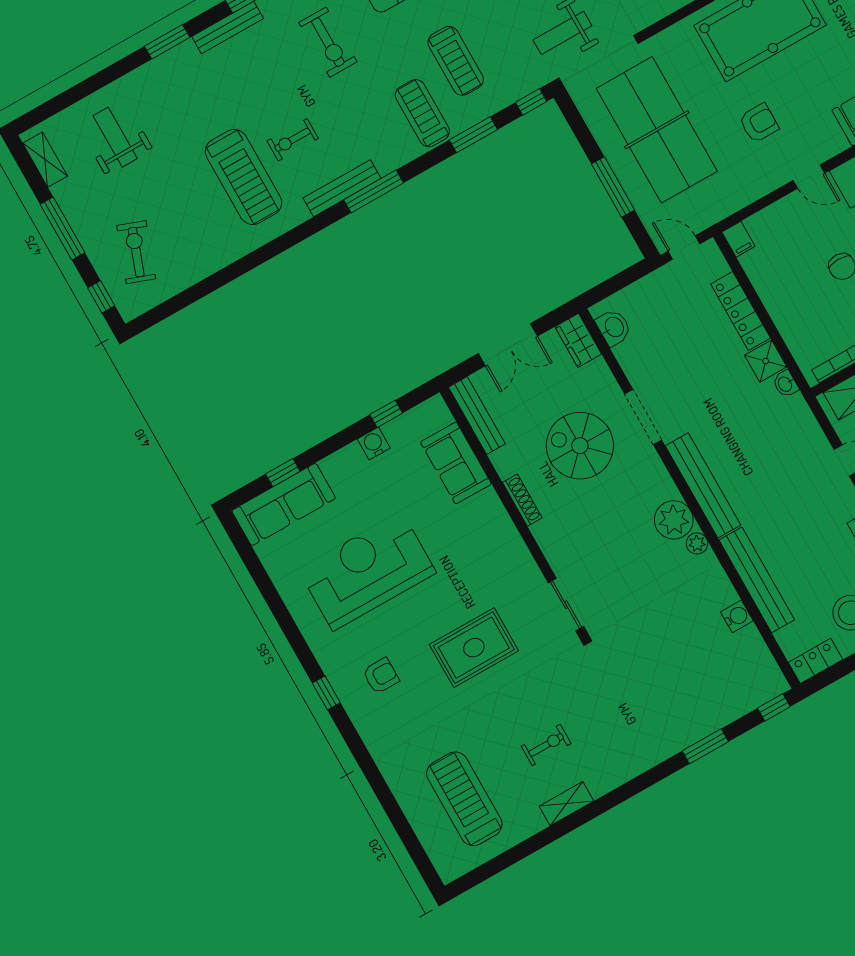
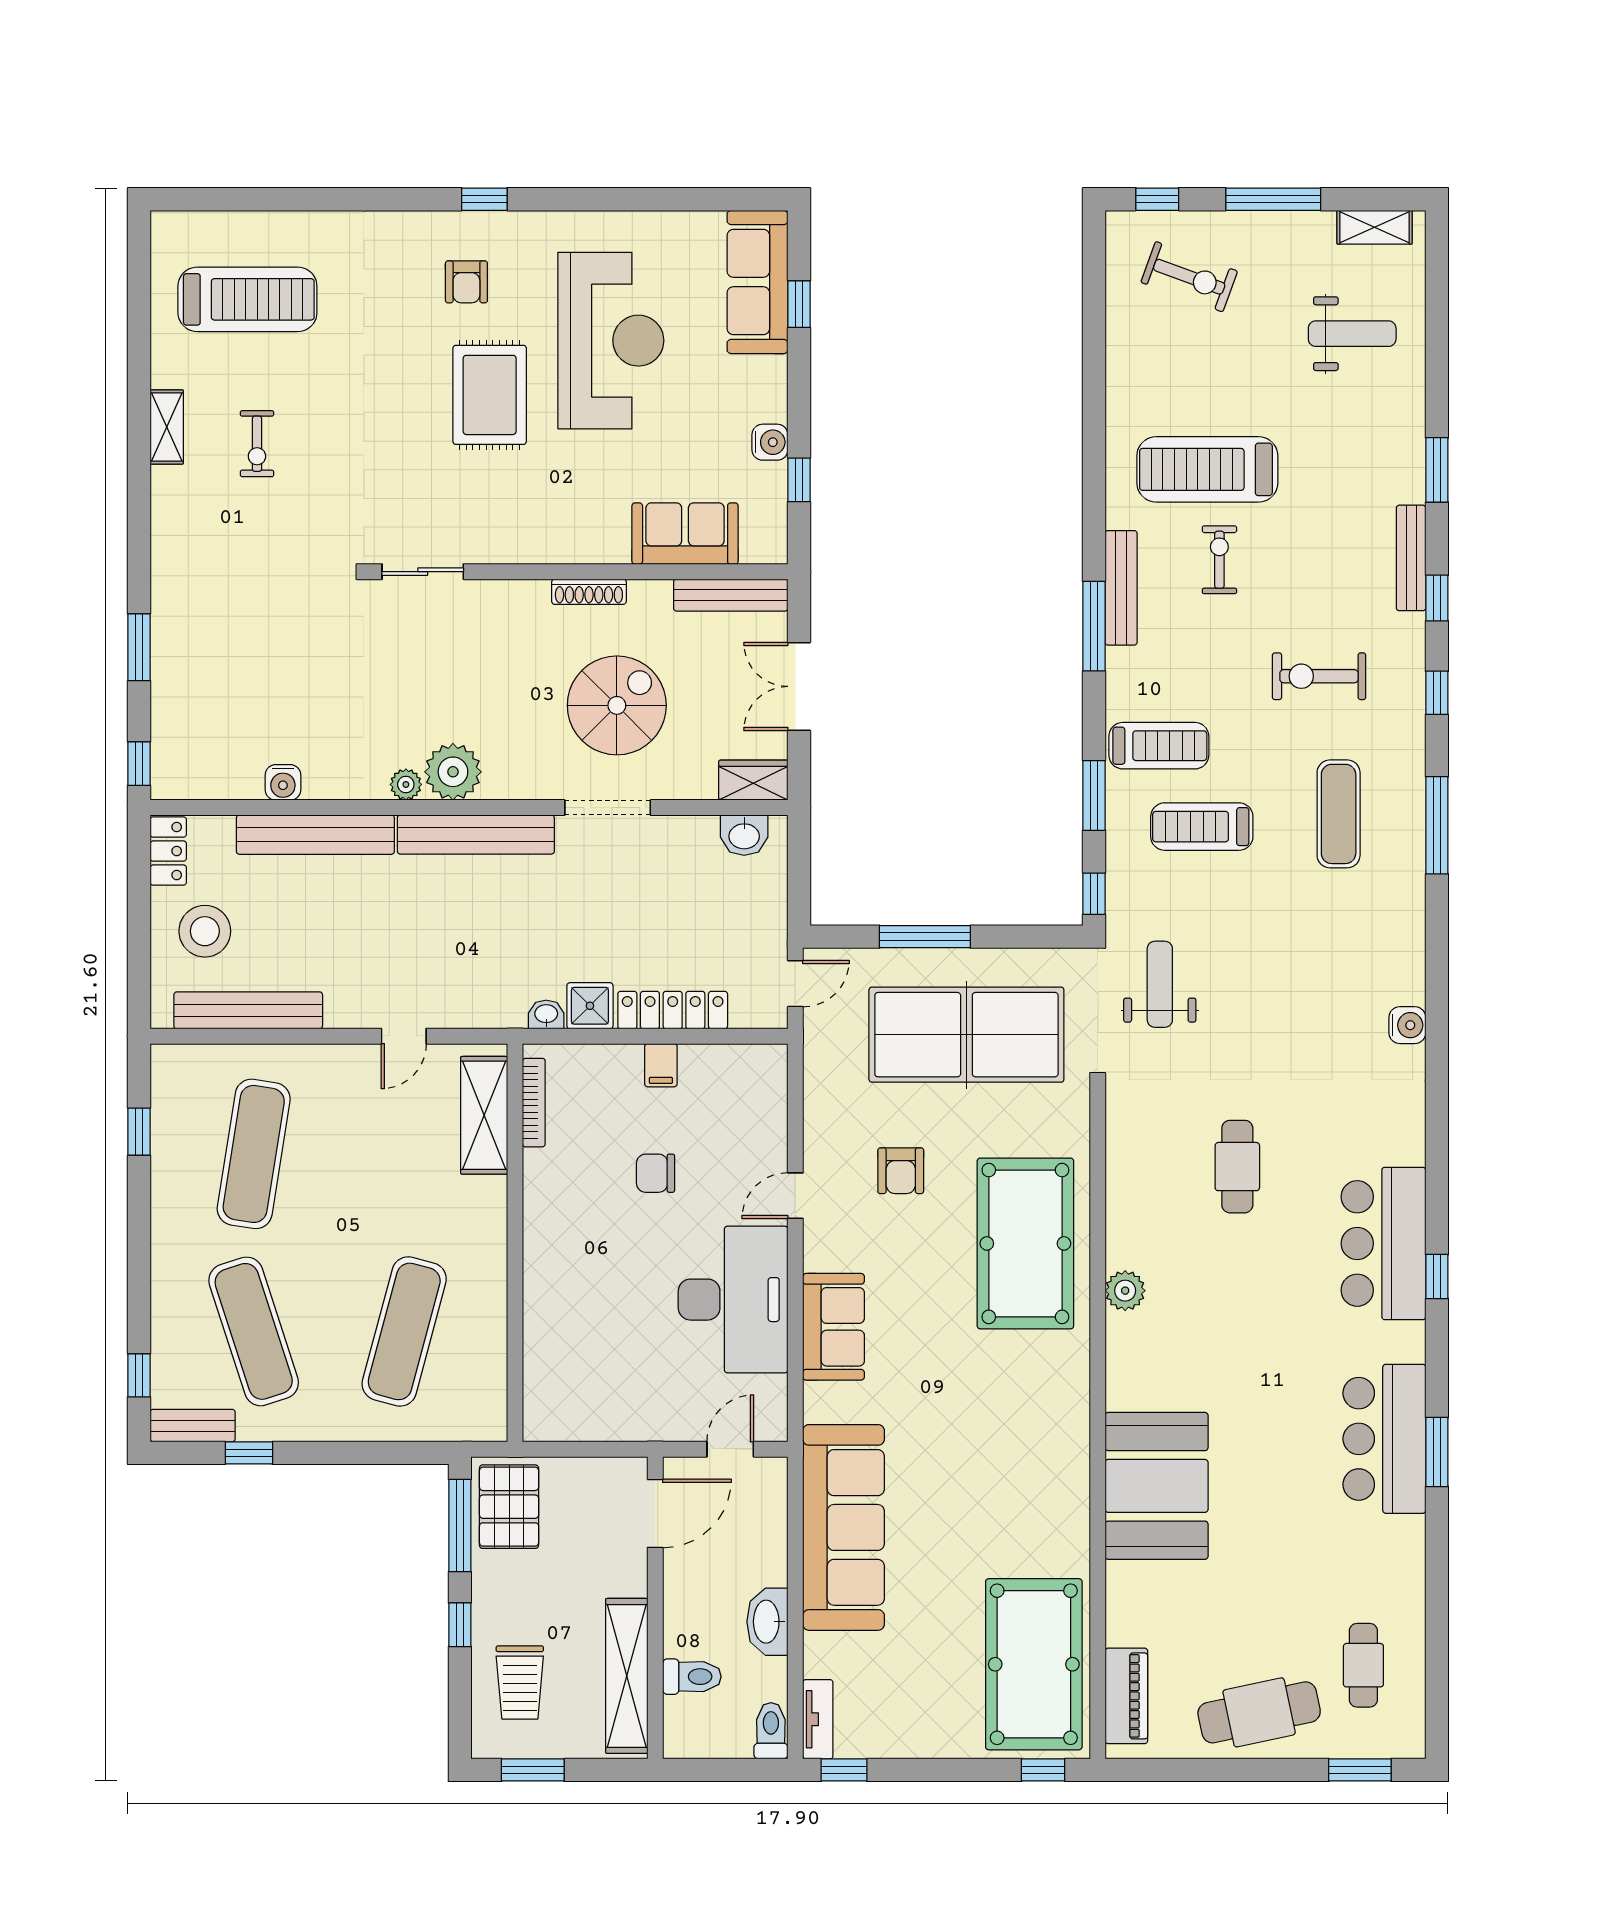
filing cabinet: (738, 239) -> (661, 1065), moved, turned -90
rug: (474, 648) -> (490, 395), moved

